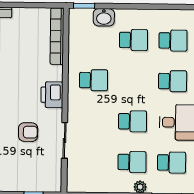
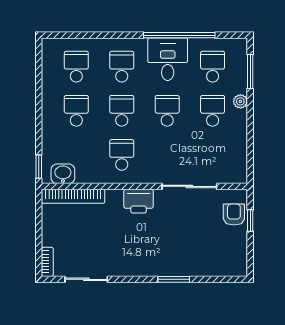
washbasin: (104, 17) -> (63, 174), moved, turned -90
school desk: (133, 81) -> (122, 111), added
armchair: (28, 132) -> (234, 215), moved
sliding door: (65, 140) -> (189, 186), width x1.37

